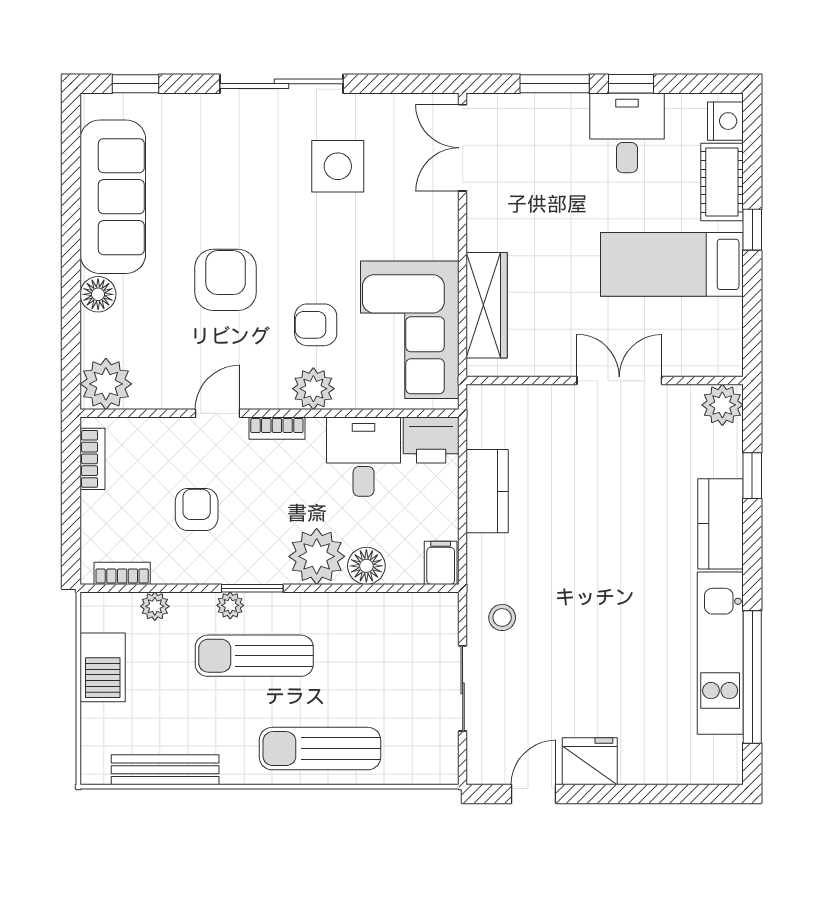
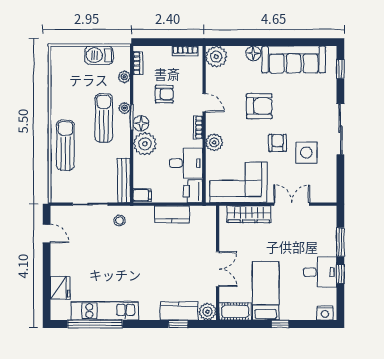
double door: (463, 148) -> (292, 204), moved
cot: (722, 182) -> (235, 311), moved
armchair: (316, 325) -> (278, 143), moved
kitchen counter: (720, 524) -> (179, 311), moved
floor lamp: (366, 566) -> (141, 123), moved
fridge: (590, 761) -> (60, 288), moved
bench: (165, 770) -> (124, 180), moved

